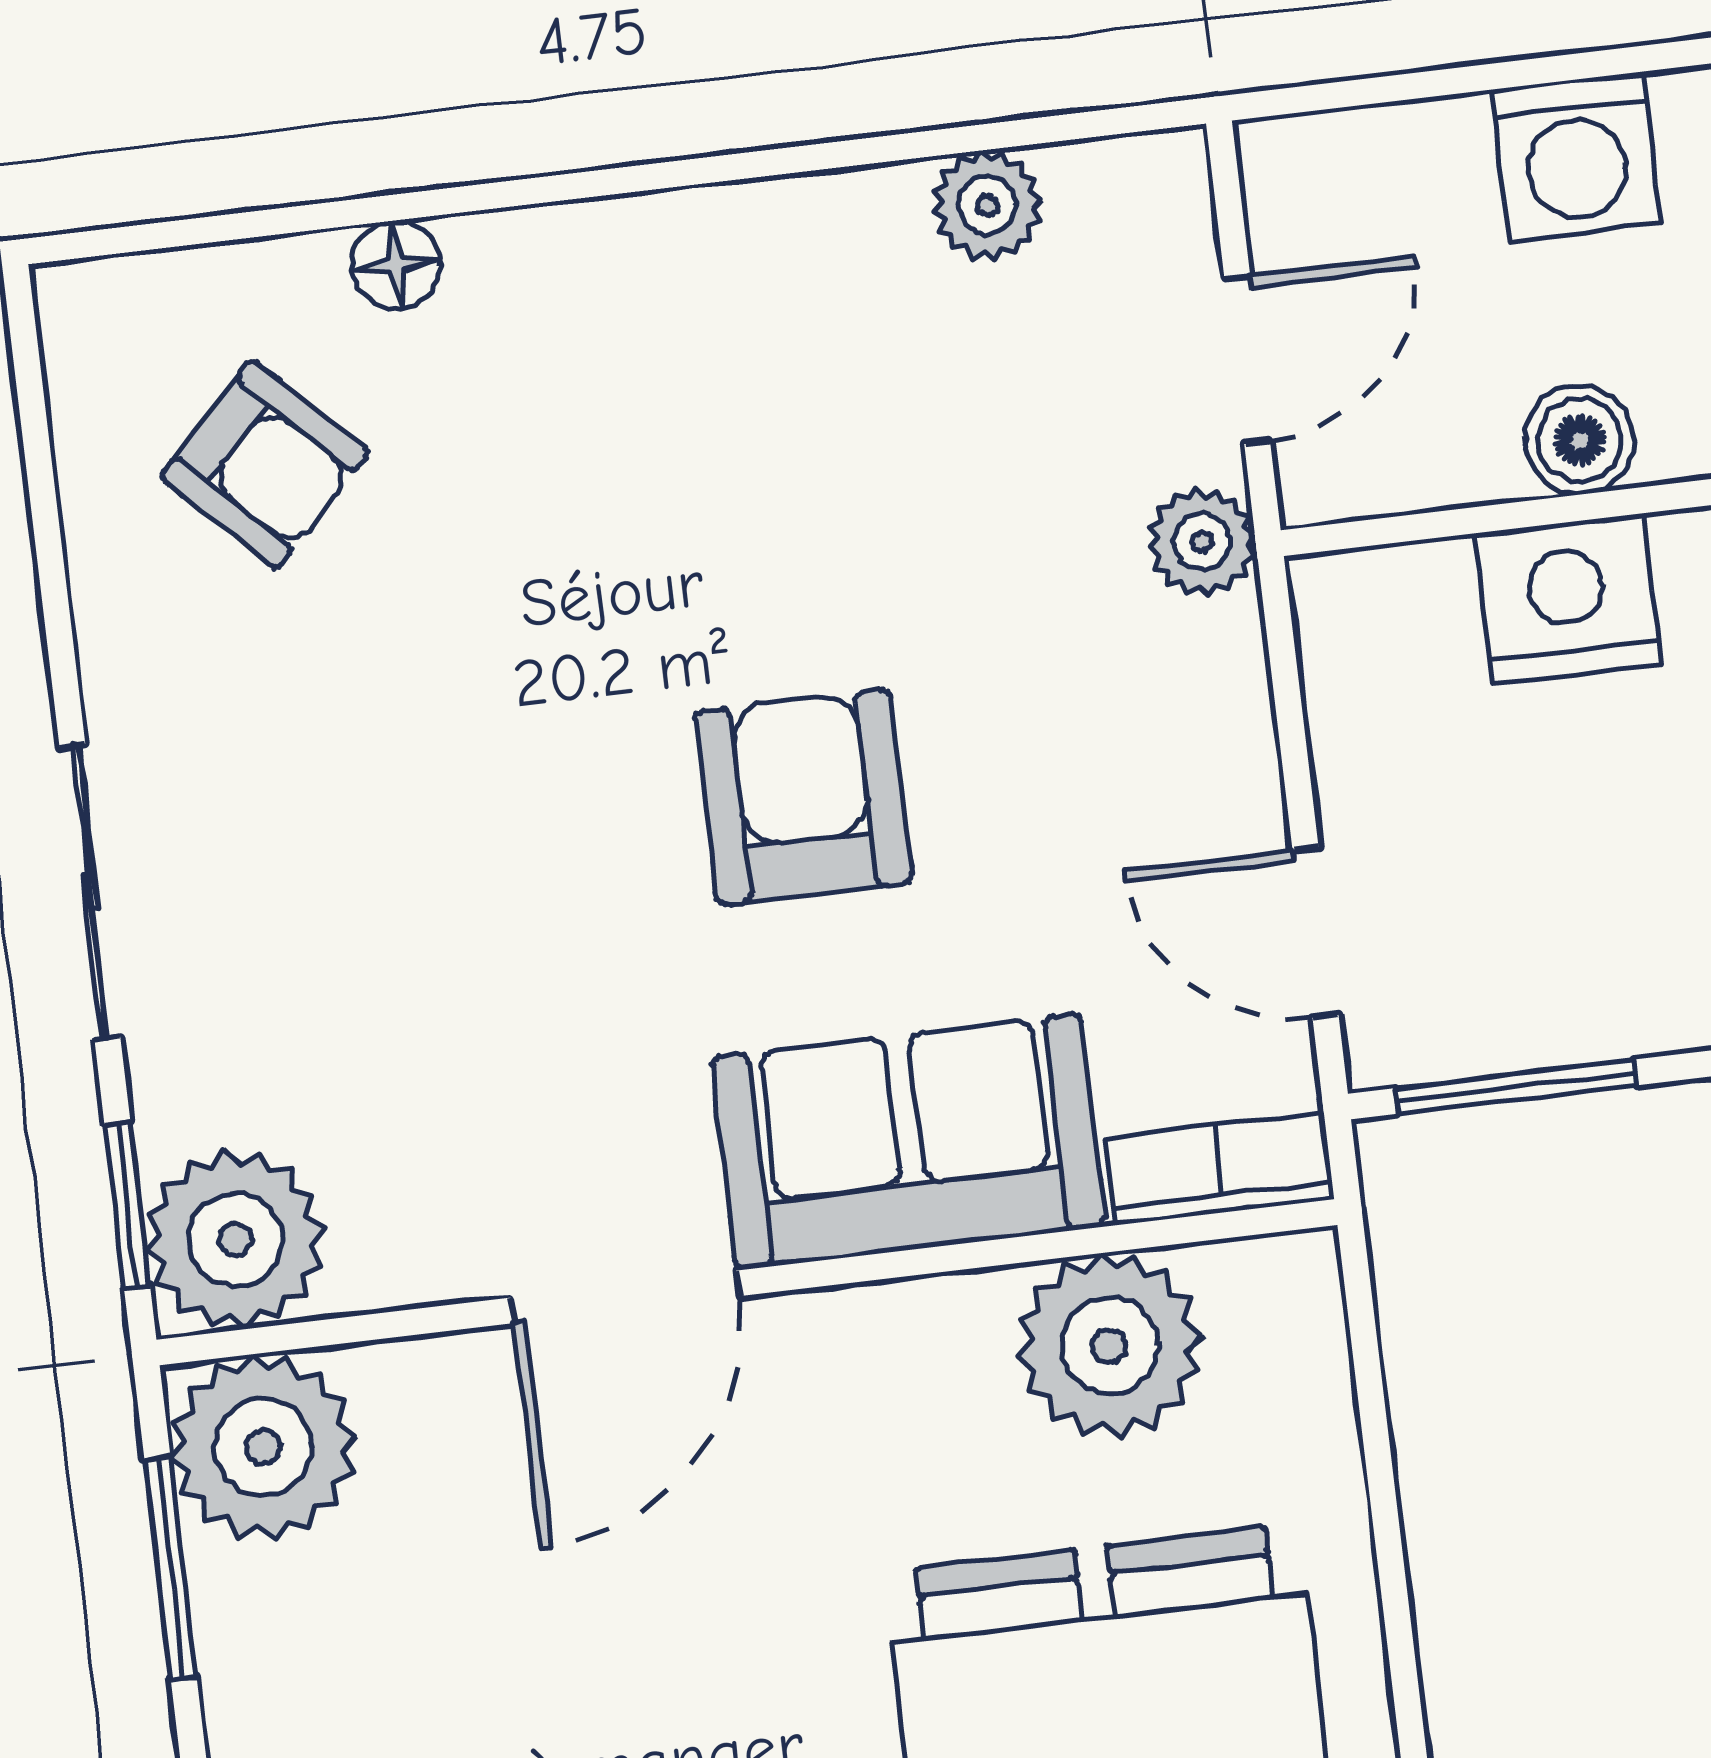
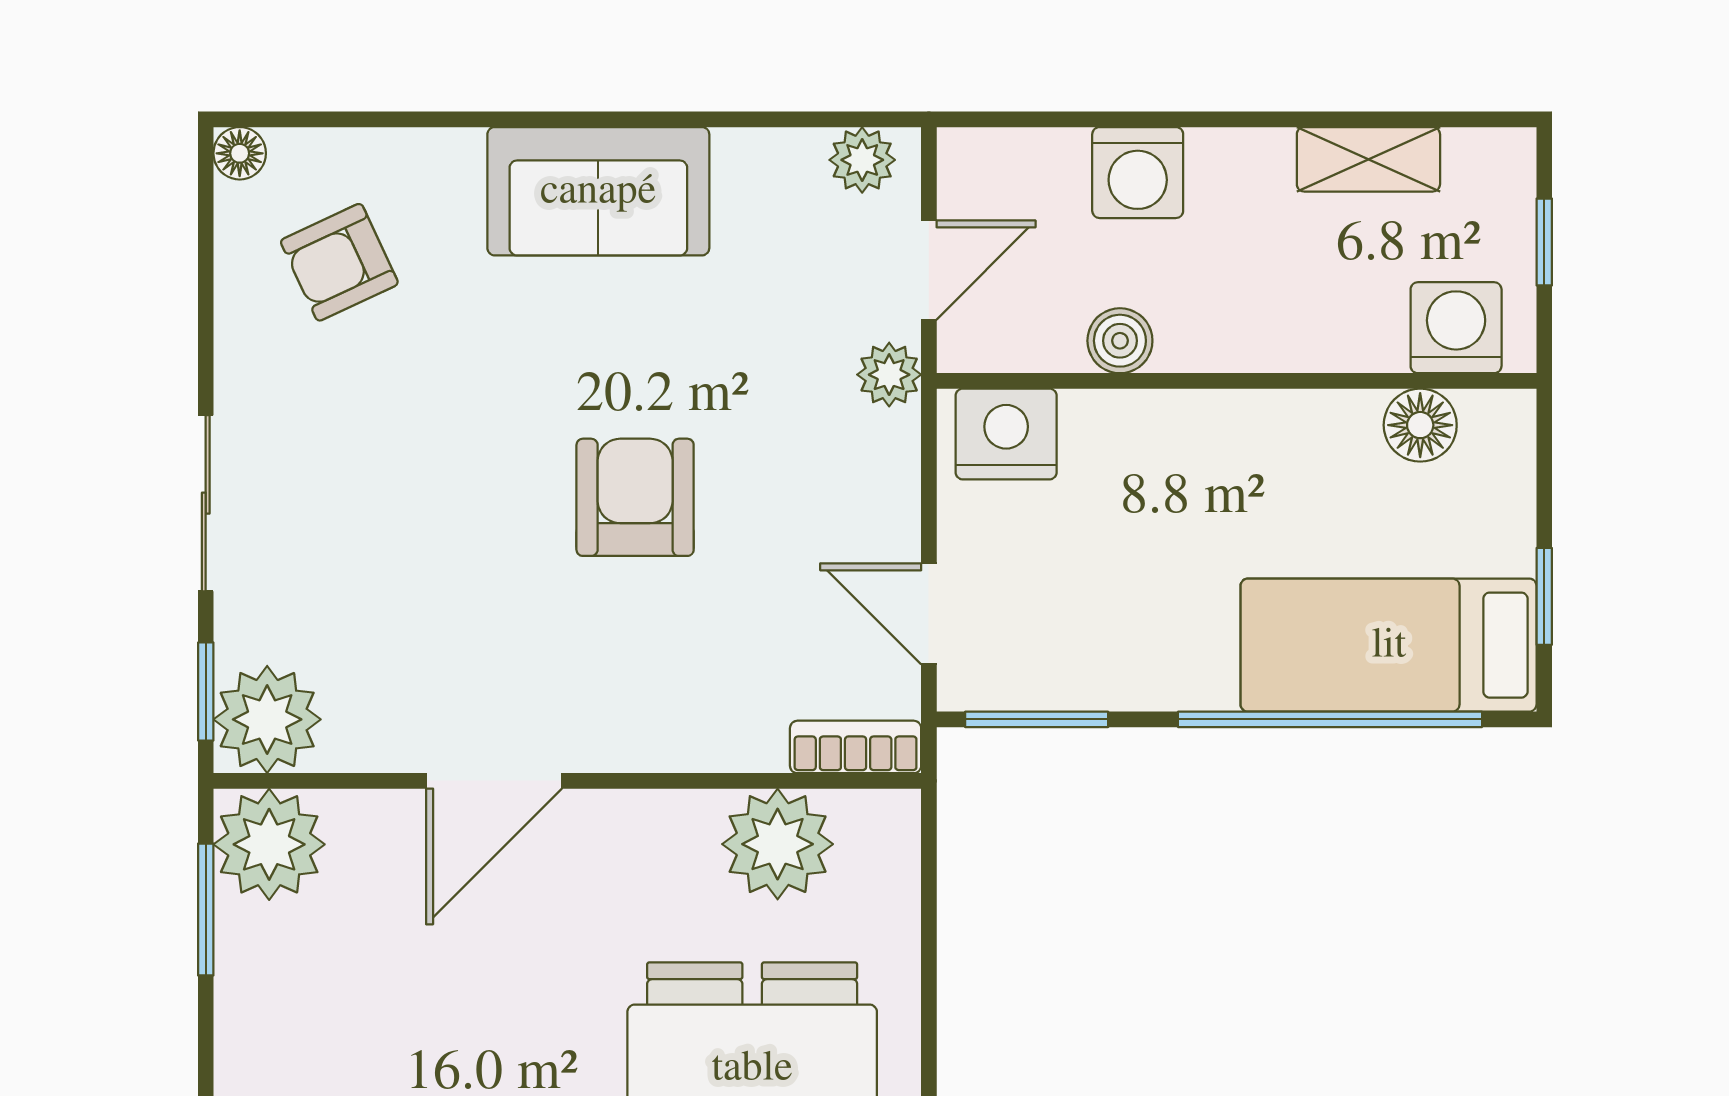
plant: (987, 205) -> (862, 160), moved
floor lamp: (396, 264) -> (240, 153), moved
armchair: (264, 464) -> (339, 262), turned 110
nightstand: (1567, 599) -> (1006, 434), moved
sofa: (908, 1142) -> (598, 191), moved, turned 180

